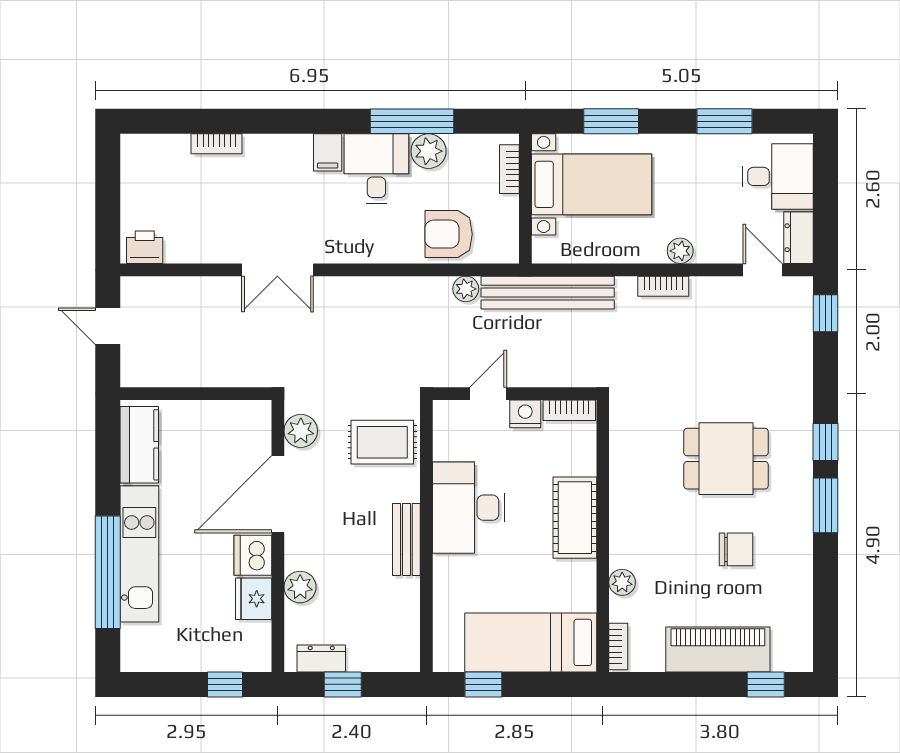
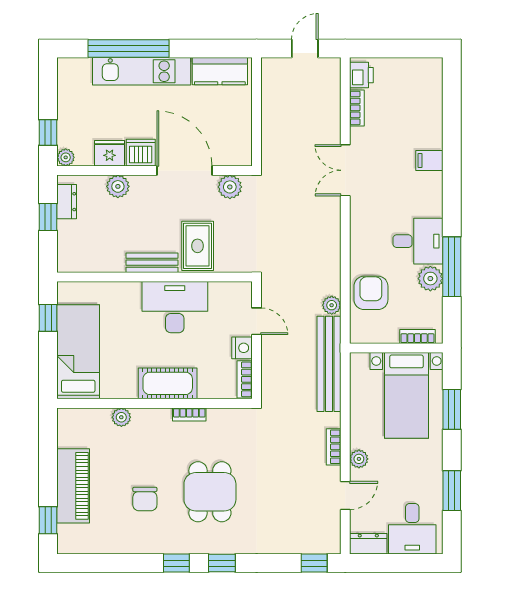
bookcase: (217, 144) -> (357, 108), moved, turned 180
filing cabinet: (328, 152) -> (429, 161), moved
door: (763, 270) -> (345, 495), moved
rug: (382, 442) -> (198, 246), moved
window: (825, 505) -> (176, 563), width x0.67
bookcase: (618, 647) -> (189, 415), moved
plant: (260, 660) -> (66, 157), added

